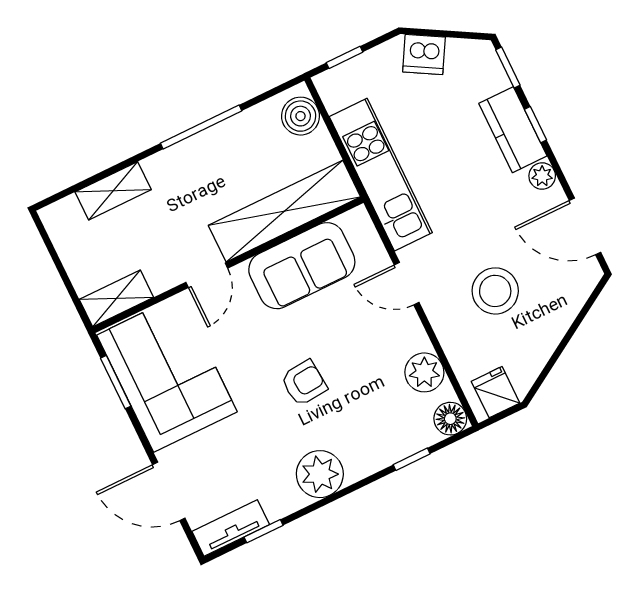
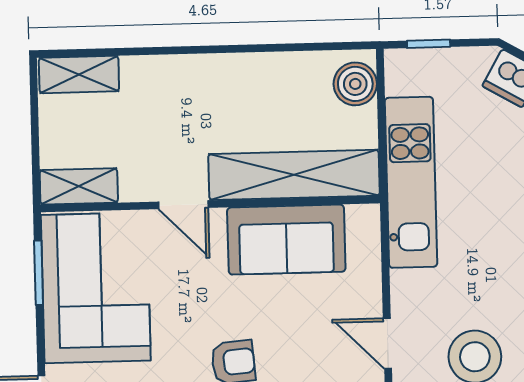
window: (201, 127) -> (247, 48), removed
shelving: (113, 191) -> (79, 75), moved
door: (207, 275) -> (183, 205), hinge flipped
door: (407, 284) -> (387, 343), moved

